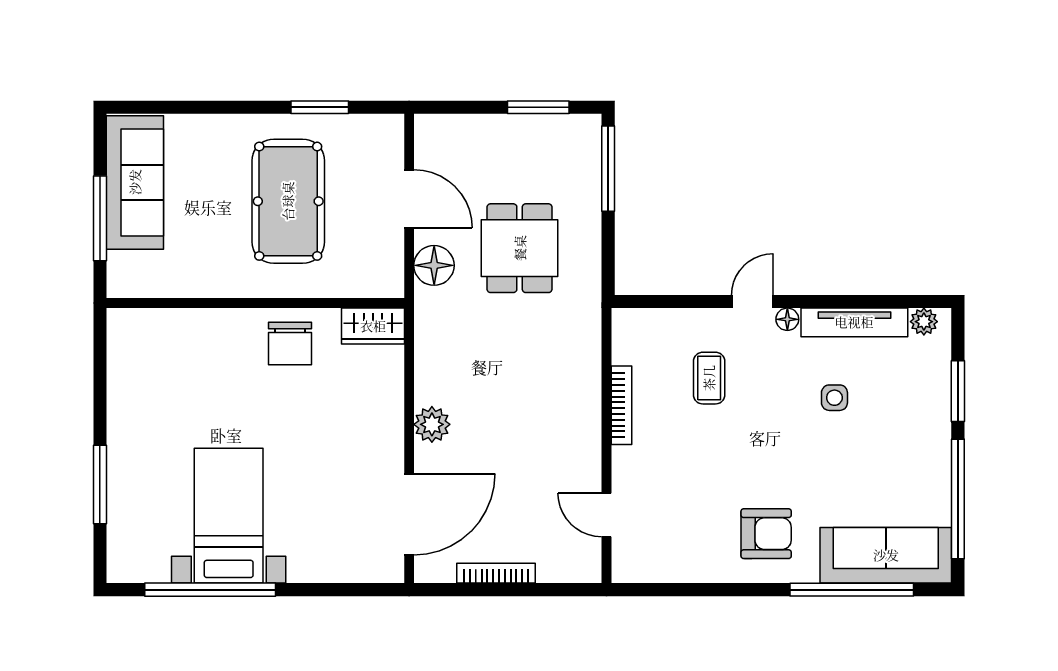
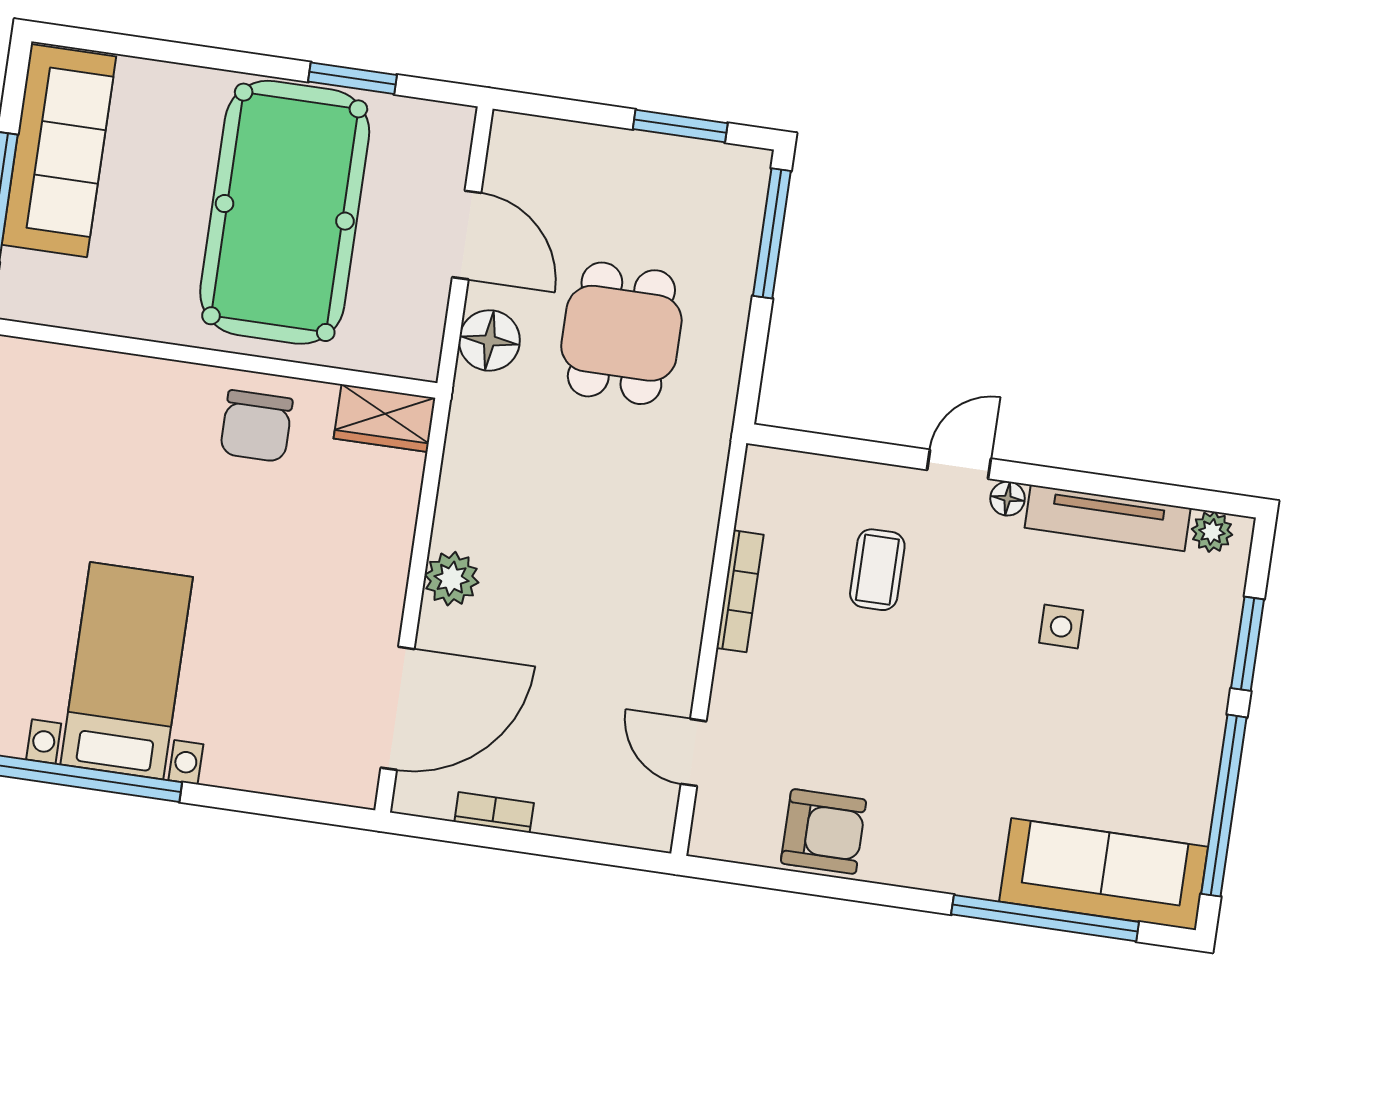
pool table: (288, 201) -> (285, 212), width x1.36, depth x1.32
armchair: (766, 534) -> (824, 832), moved
bookcase: (496, 573) -> (494, 812), width x0.64

